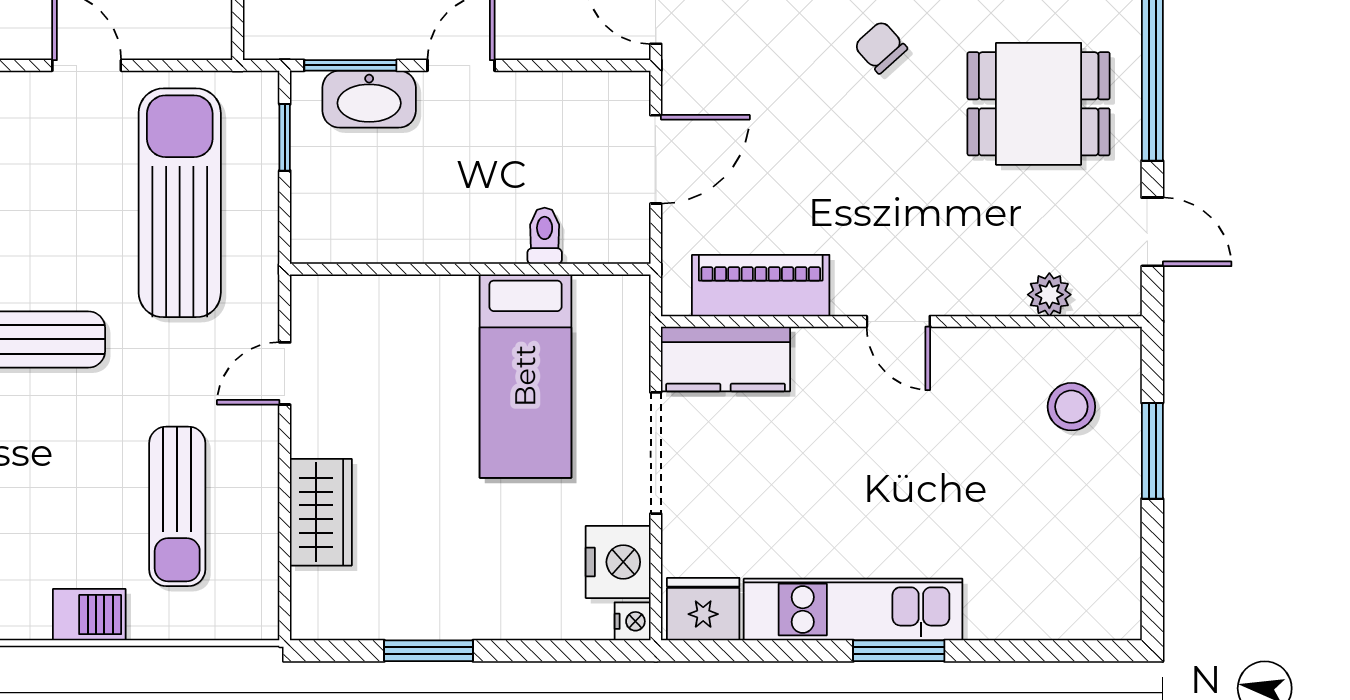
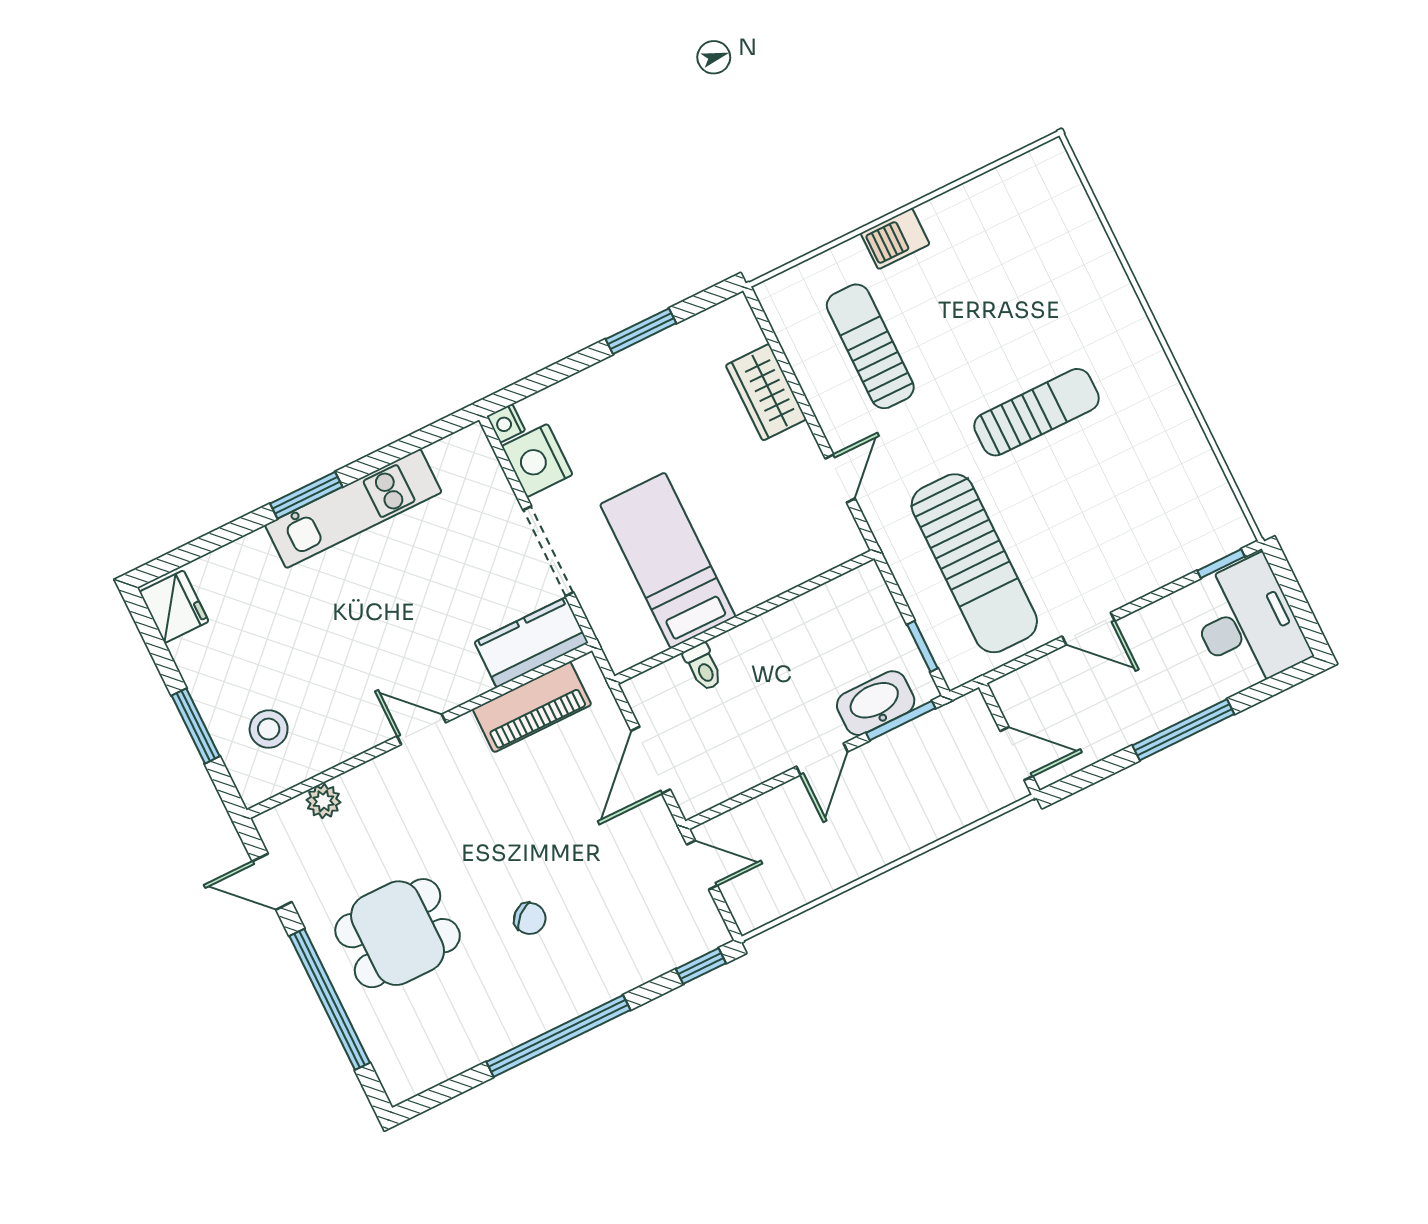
fridge: (703, 609) -> (174, 607), moved, turned -90

